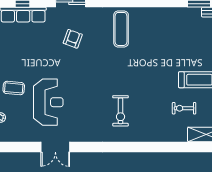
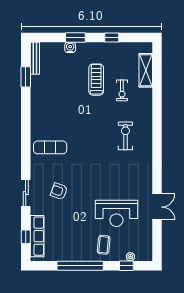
reception desk: (48, 102) -> (116, 213), turned 180
exercise bike: (121, 111) -> (125, 136), moved, turned -90

